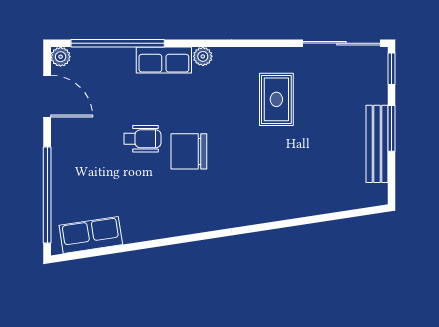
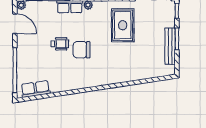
rug: (276, 99) -> (123, 25), width x1.36, depth x1.43

